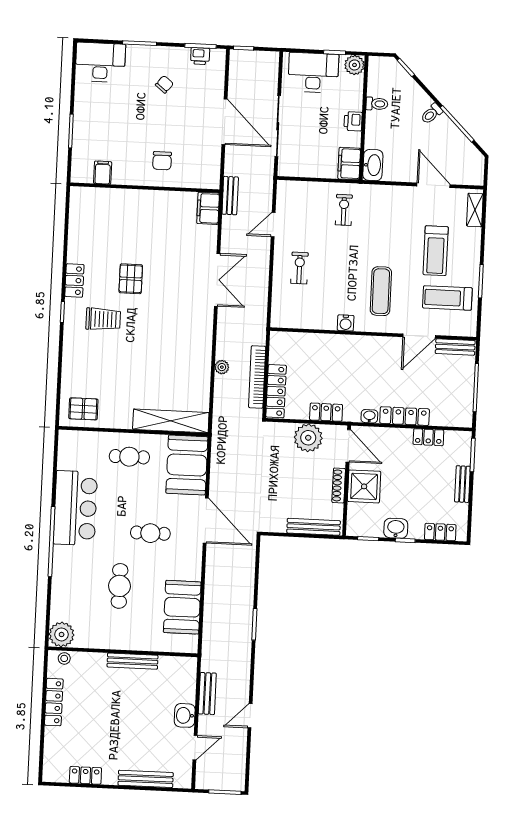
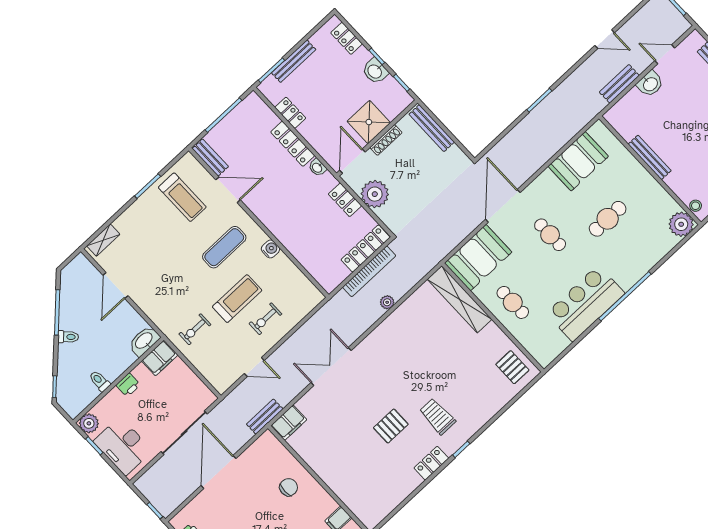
treadmill: (436, 251) -> (237, 299), moved
bench: (462, 484) -> (294, 61), width x1.36

